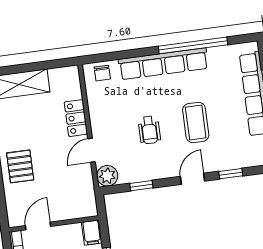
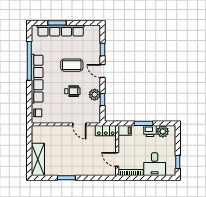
locker: (76, 118) -> (106, 131), moved
pallet: (20, 166) -> (83, 165), removed
plant: (107, 176) -> (95, 95), moved

